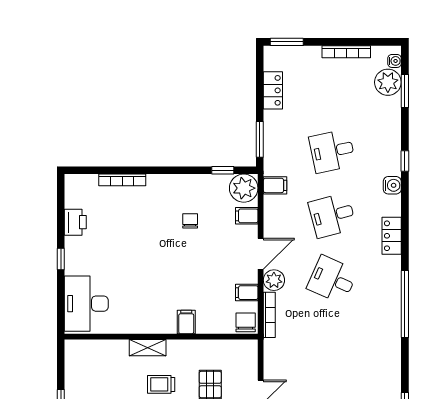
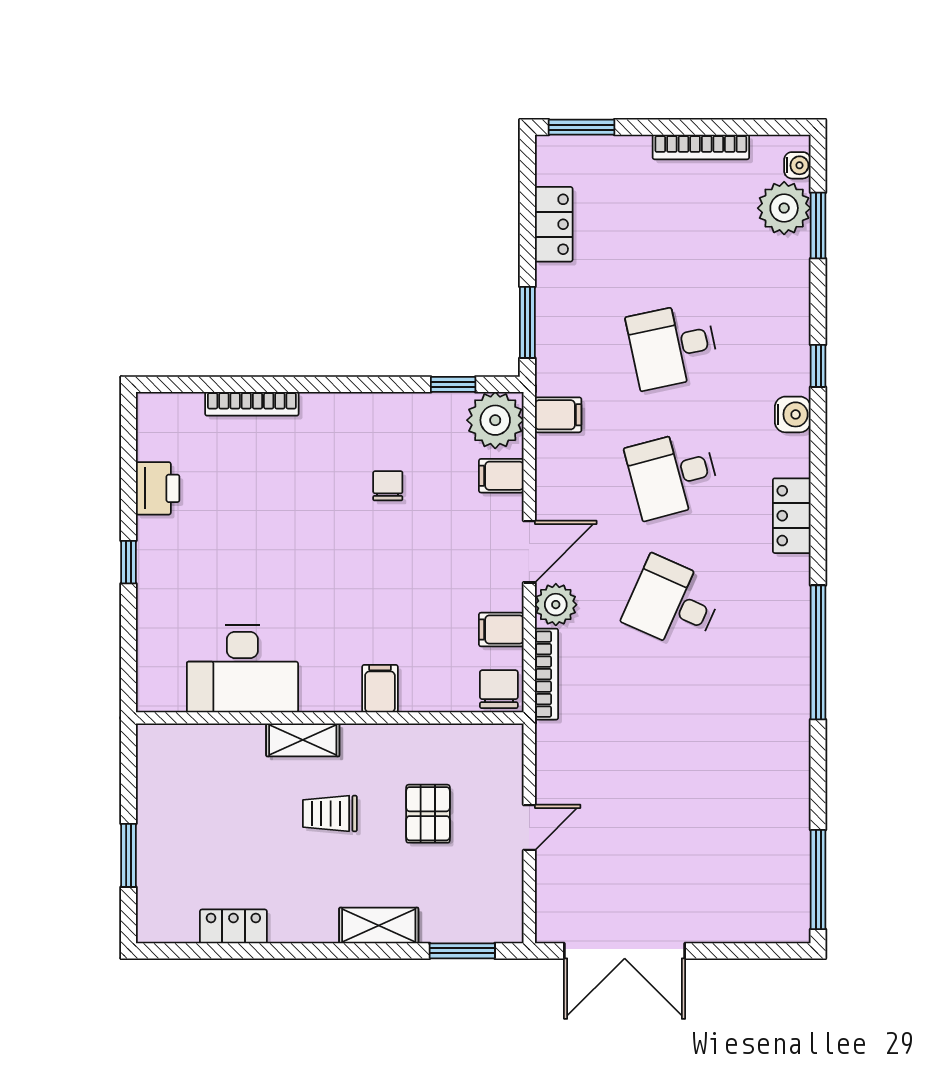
desk: (86, 304) -> (242, 669), moved, turned -90

